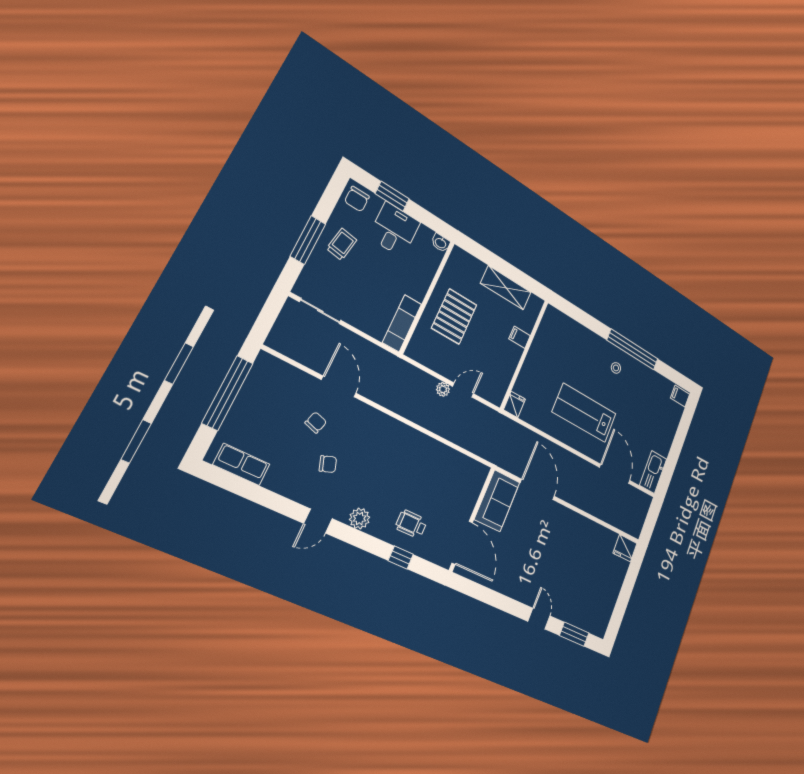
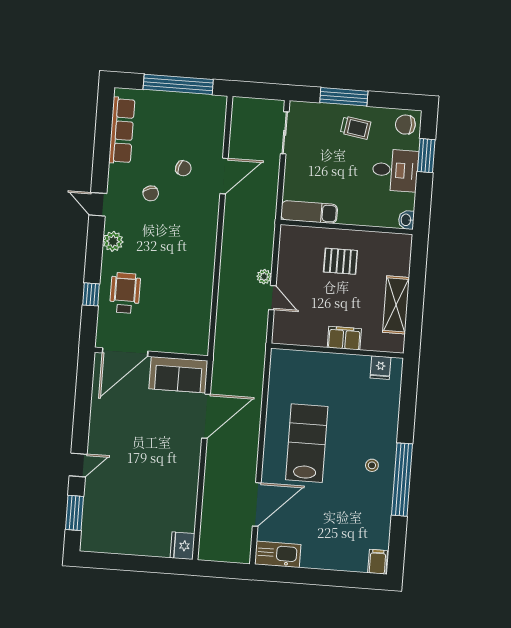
pallet: (454, 316) -> (340, 261), width x0.67, depth x0.71
filing cabinet: (520, 337) -> (344, 338), width x2.00
fridge: (514, 404) -> (380, 368), moved, turned 90
row of seats: (241, 464) -> (122, 131), width x1.48
wheelchair: (411, 524) -> (125, 293), width x1.36, depth x1.37

